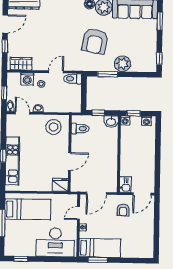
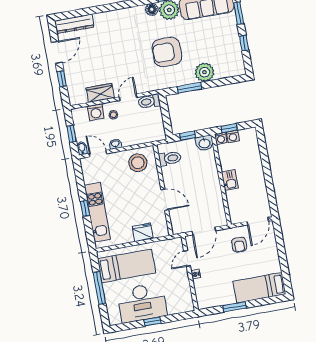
armchair: (95, 41) -> (167, 52), turned 79
window: (159, 58) -> (244, 43), moved
wardrobe: (21, 64) -> (100, 93), moved
washing machine: (147, 121) -> (233, 137), moved
door: (70, 161) -> (165, 200), hinge flipped
fridge: (60, 185) -> (143, 232), moved
kitchen sink: (125, 185) -> (230, 180), moved
desk: (55, 242) -> (142, 303), moved
bed: (100, 248) -> (259, 288), moved, turned 180
window: (21, 259) -> (152, 322), moved
window: (98, 260) -> (234, 307), moved

